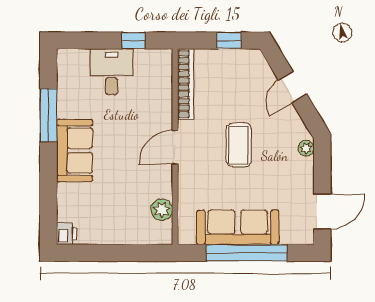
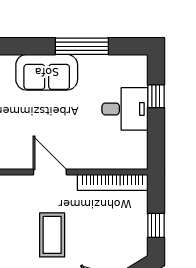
window: (133, 40) -> (156, 96), moved
coffee table: (238, 145) -> (52, 235), turned 90

